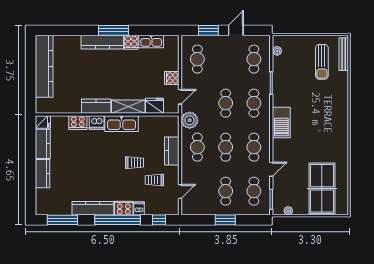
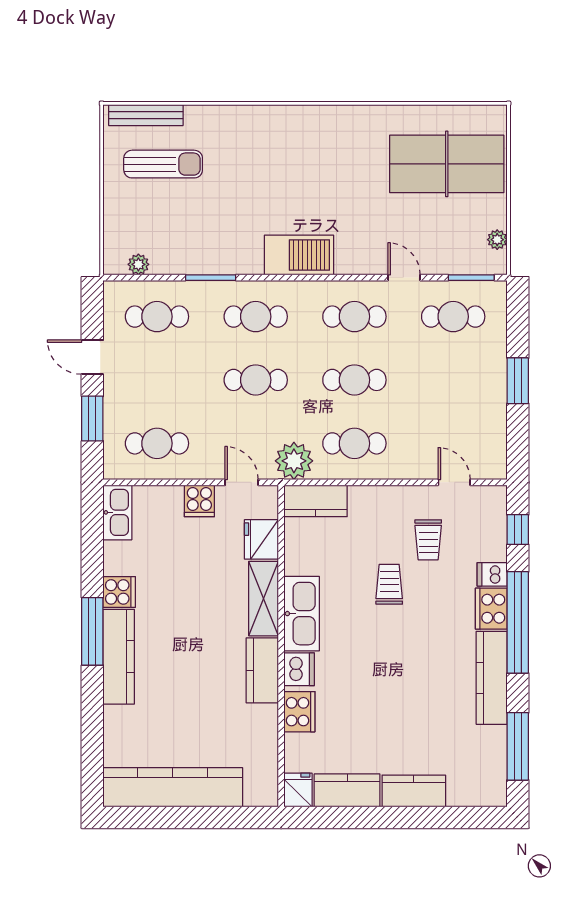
kitchen sink: (151, 41) -> (117, 512), moved
kitchen counter: (172, 151) -> (316, 501), moved
cafe table: (226, 191) -> (453, 380), removed

